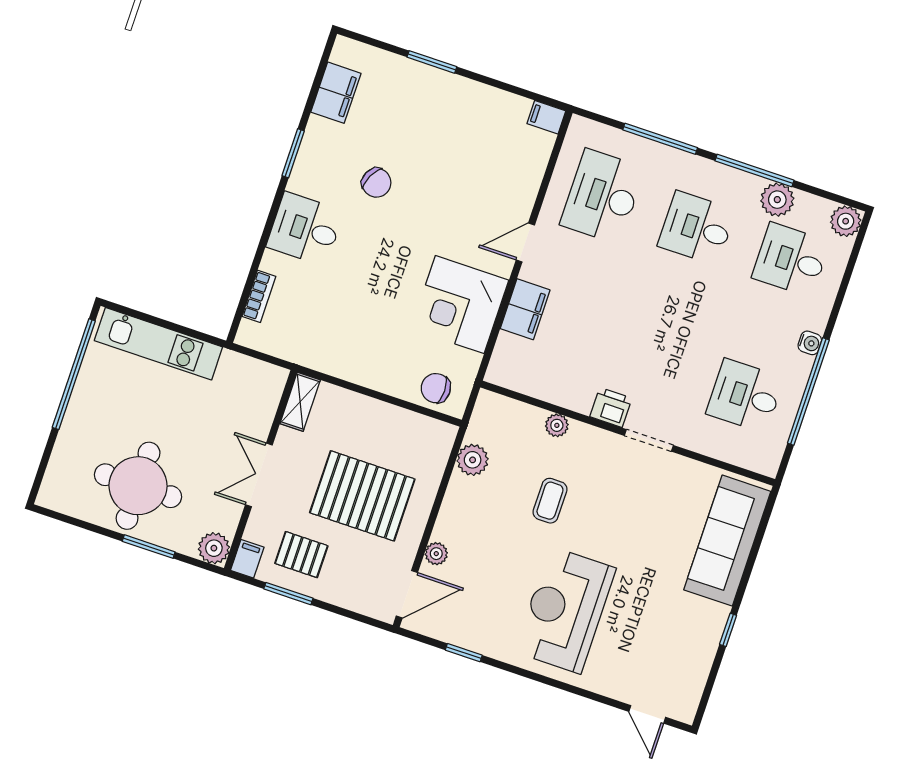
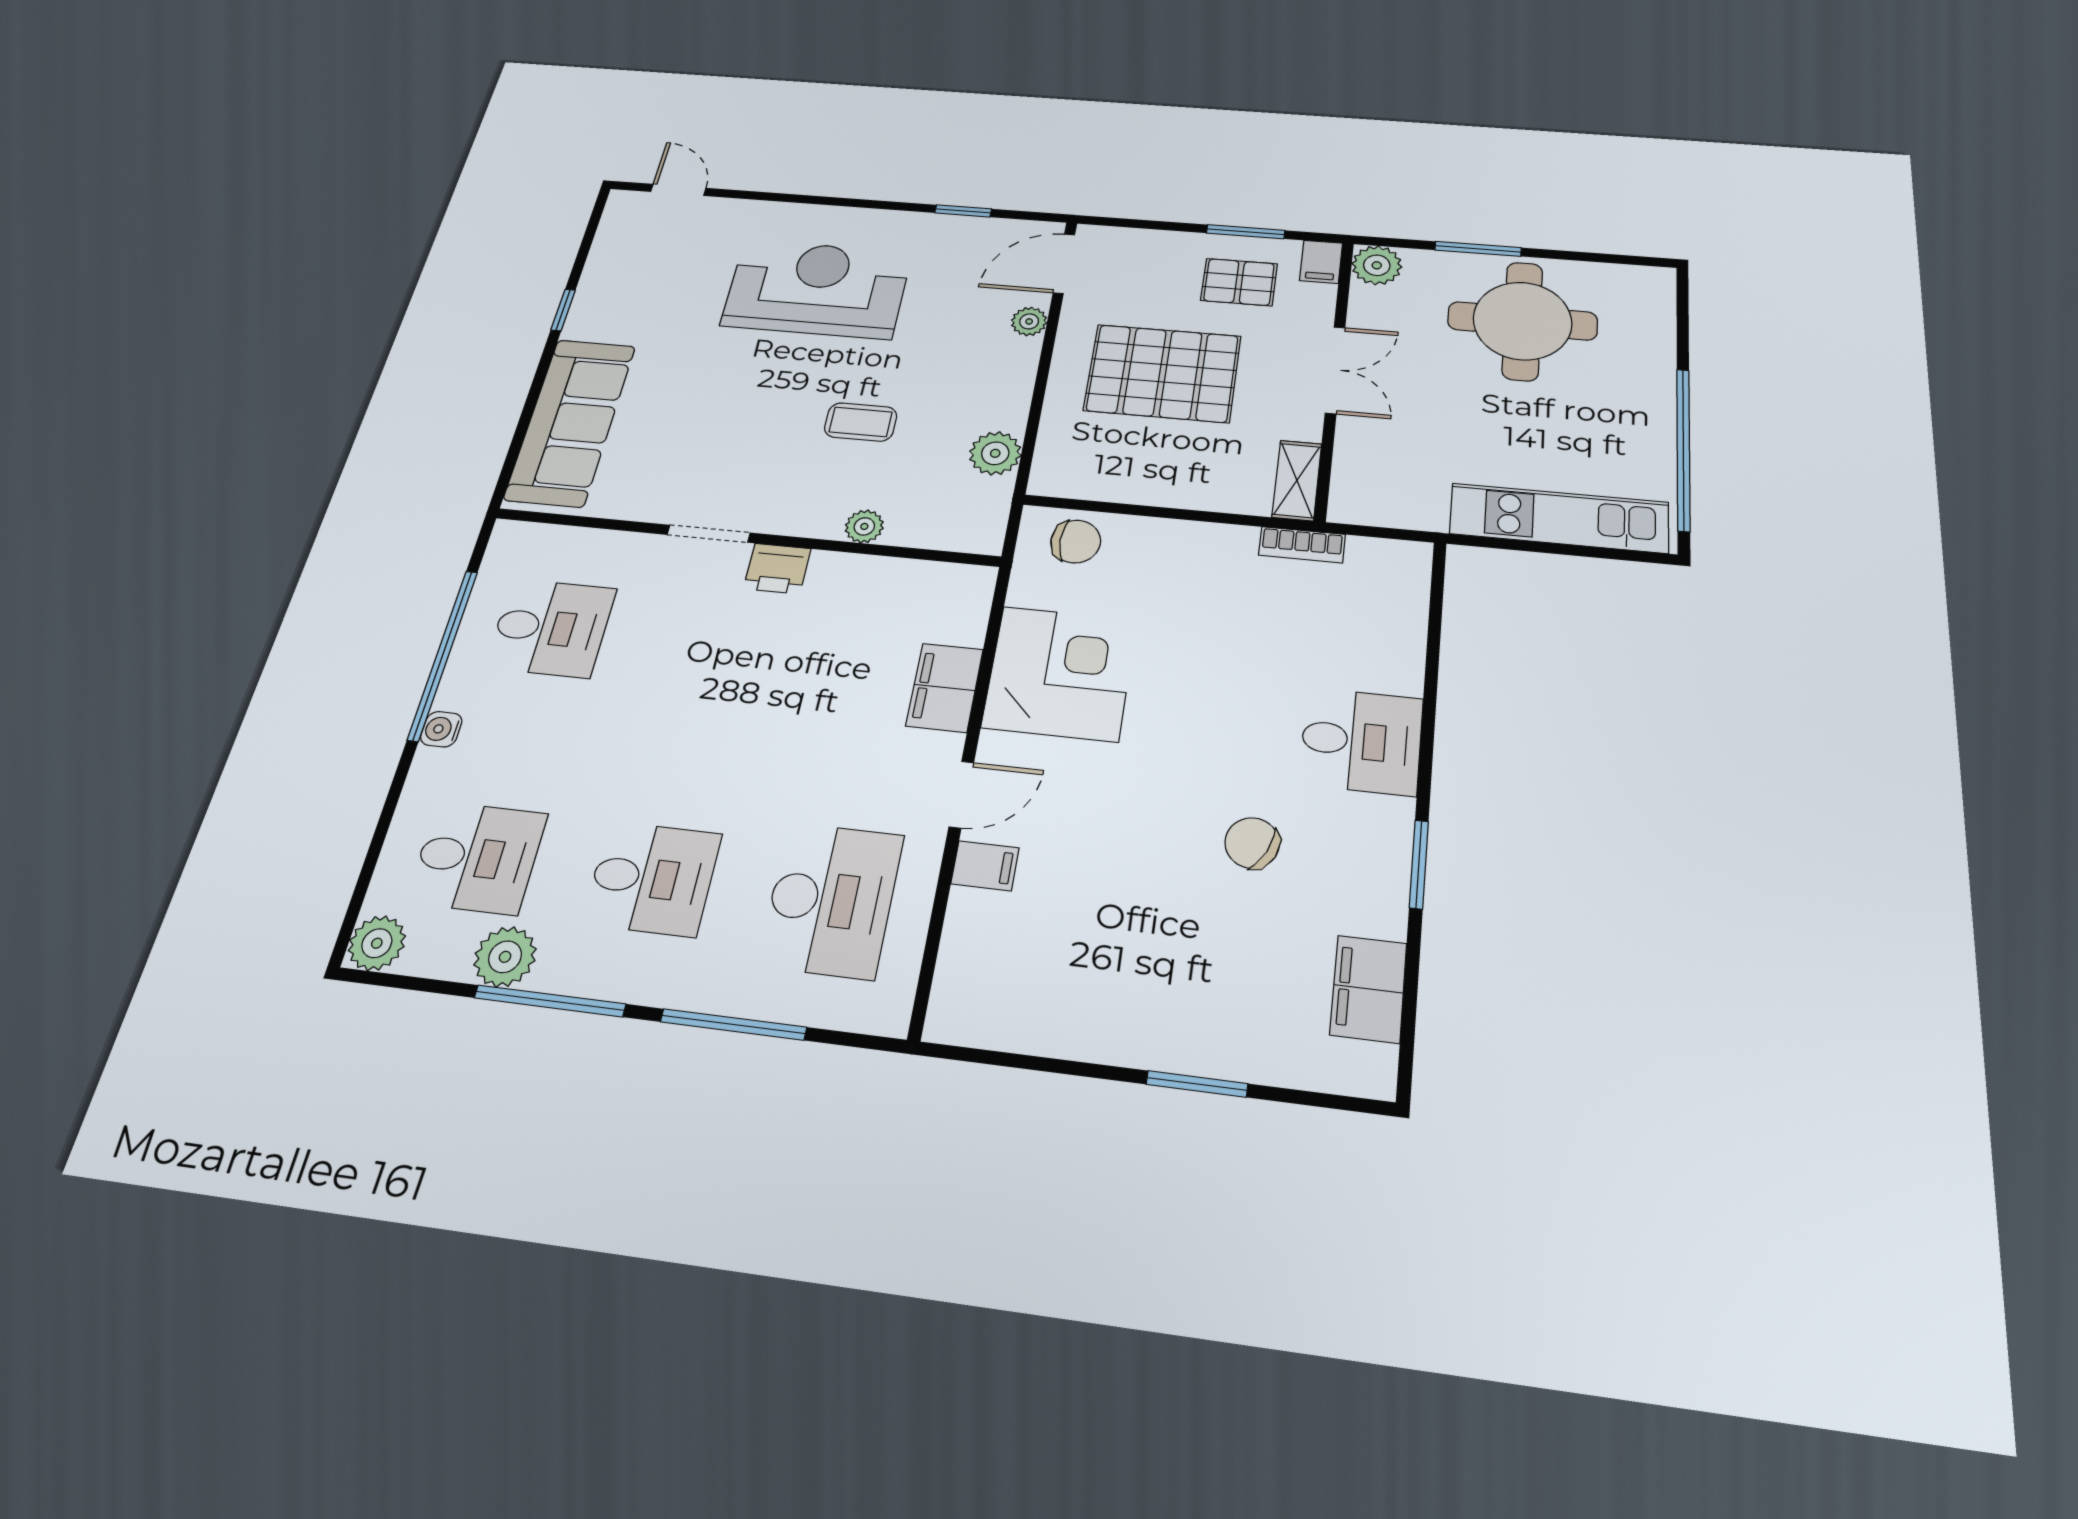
filing cabinet: (546, 117) -> (985, 866), moved
bookcase: (259, 296) -> (1302, 545), moved, turned -90
coffee table: (550, 501) -> (861, 422), turned 90
reception desk: (565, 610) -> (817, 289), turned -90

